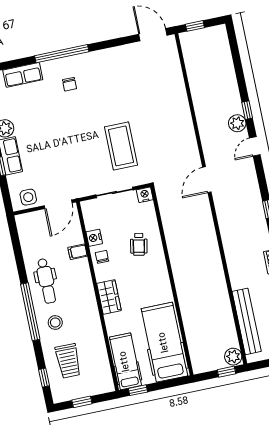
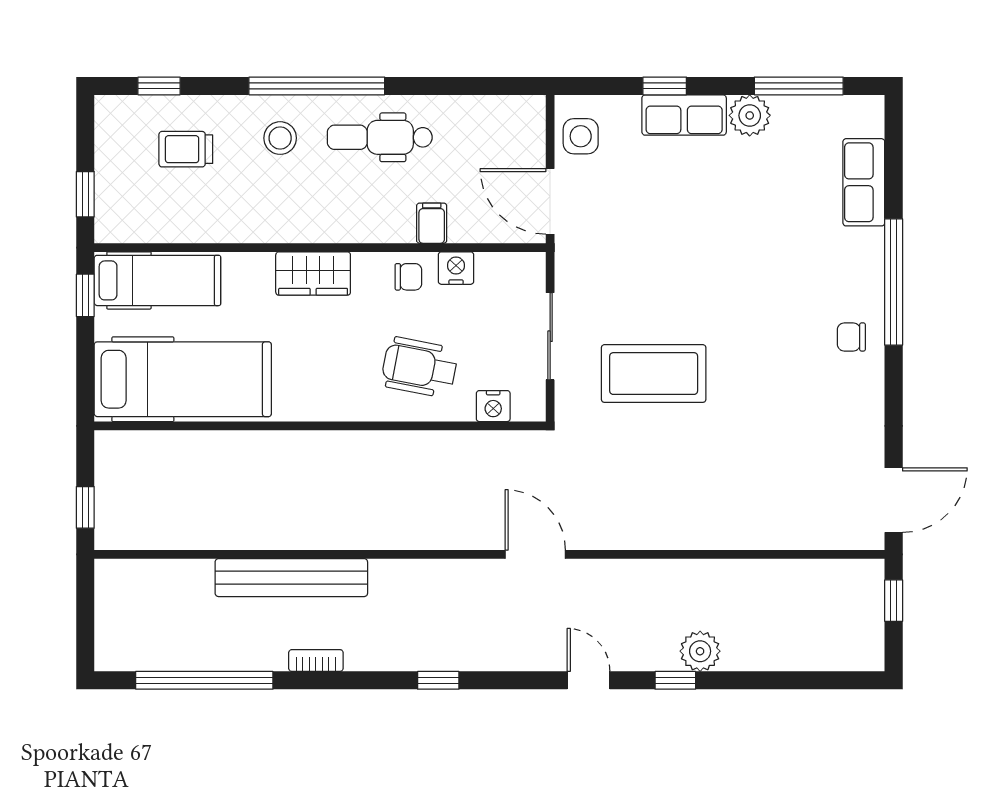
chair: (69, 84) -> (851, 337), moved
plant: (237, 123) -> (700, 651), moved
nightstand: (145, 195) -> (493, 406), moved, turned 90
wheelchair: (139, 244) -> (419, 367), width x1.36, depth x1.37
bench: (247, 321) -> (291, 578), moved
plant: (233, 357) -> (117, 530), removed
trolley: (68, 361) -> (186, 149), width x0.73, depth x0.72
window: (82, 402) -> (85, 194), moved

